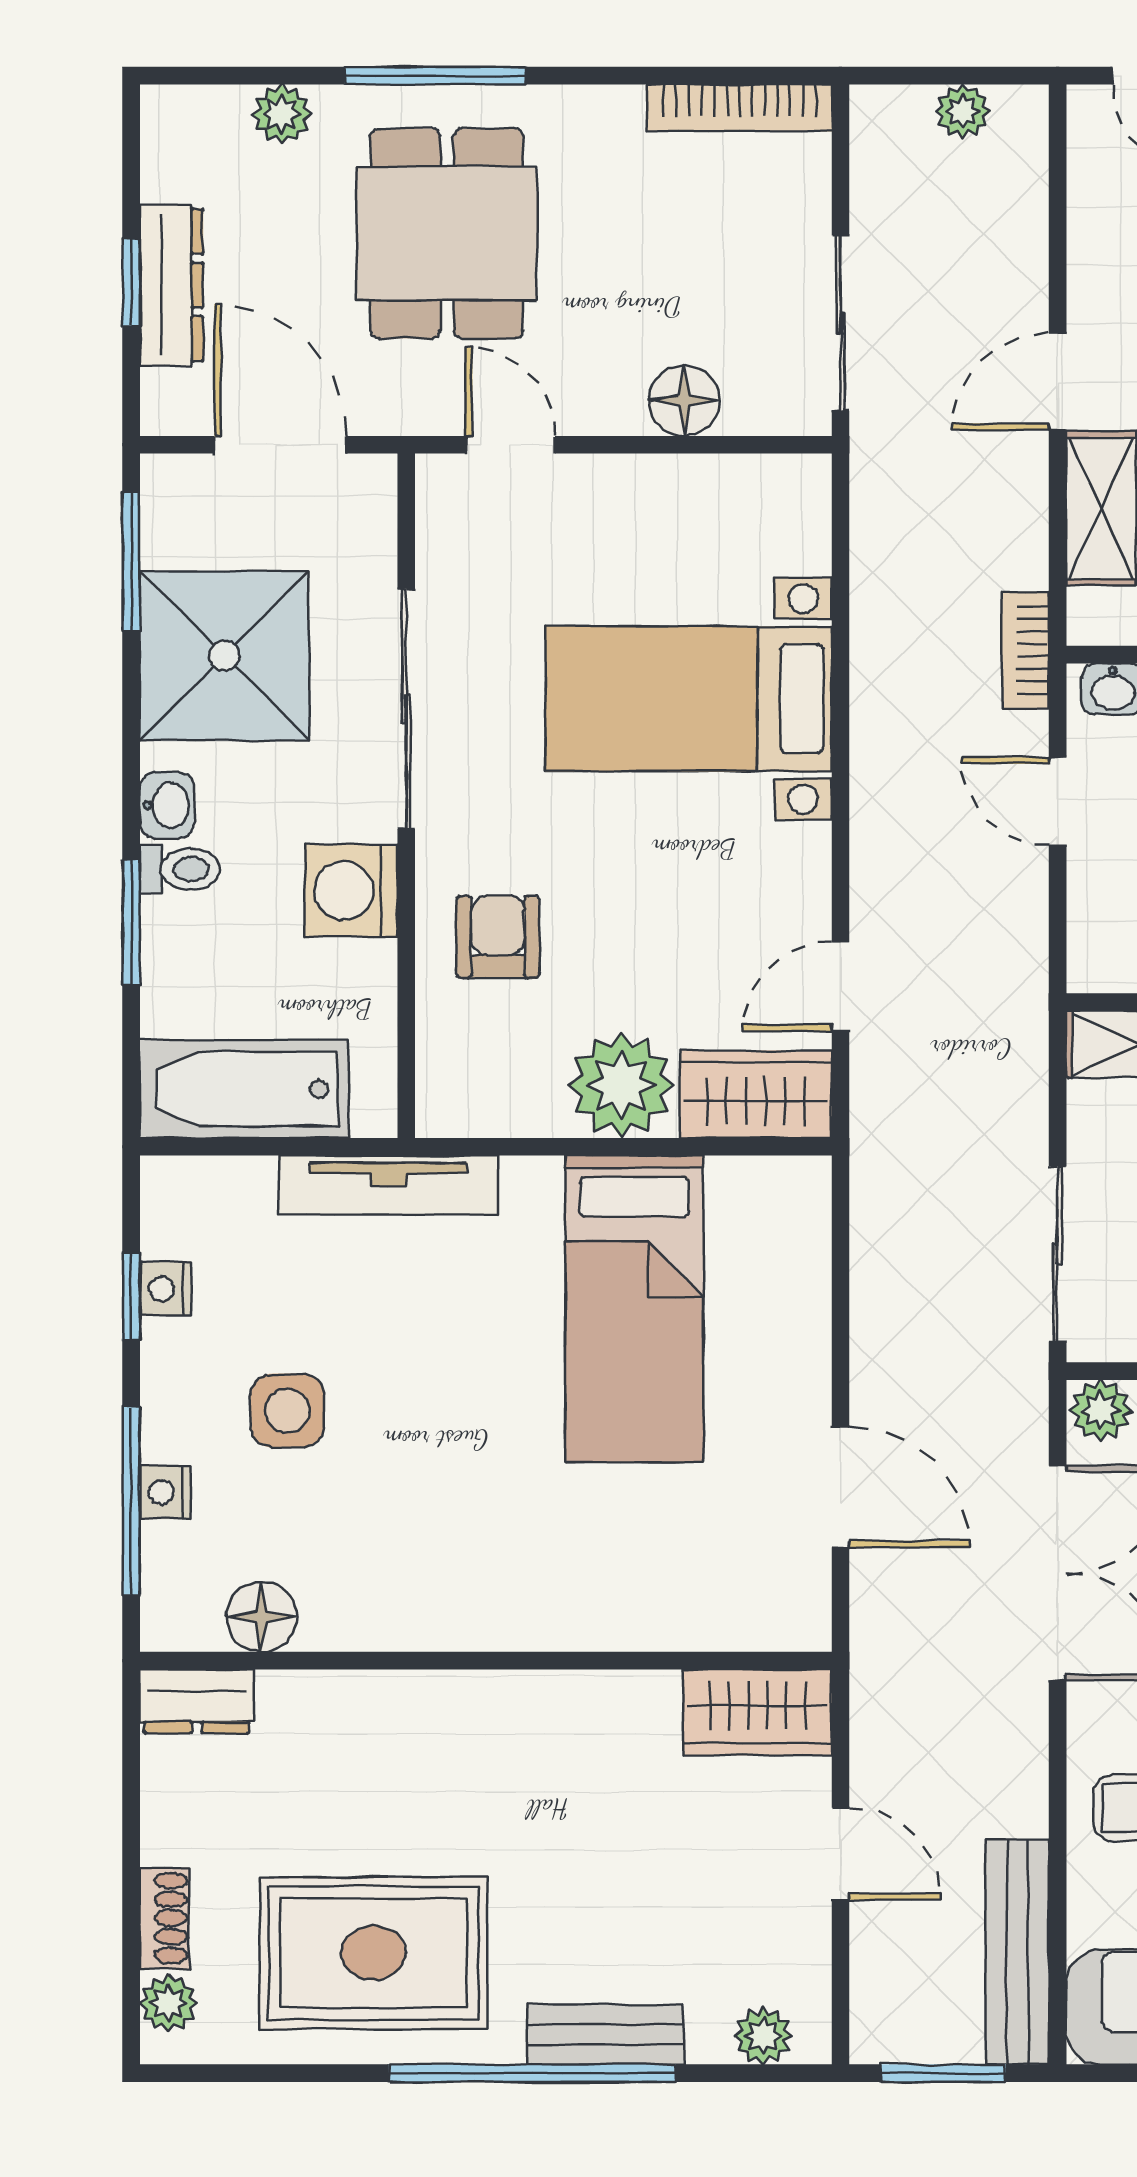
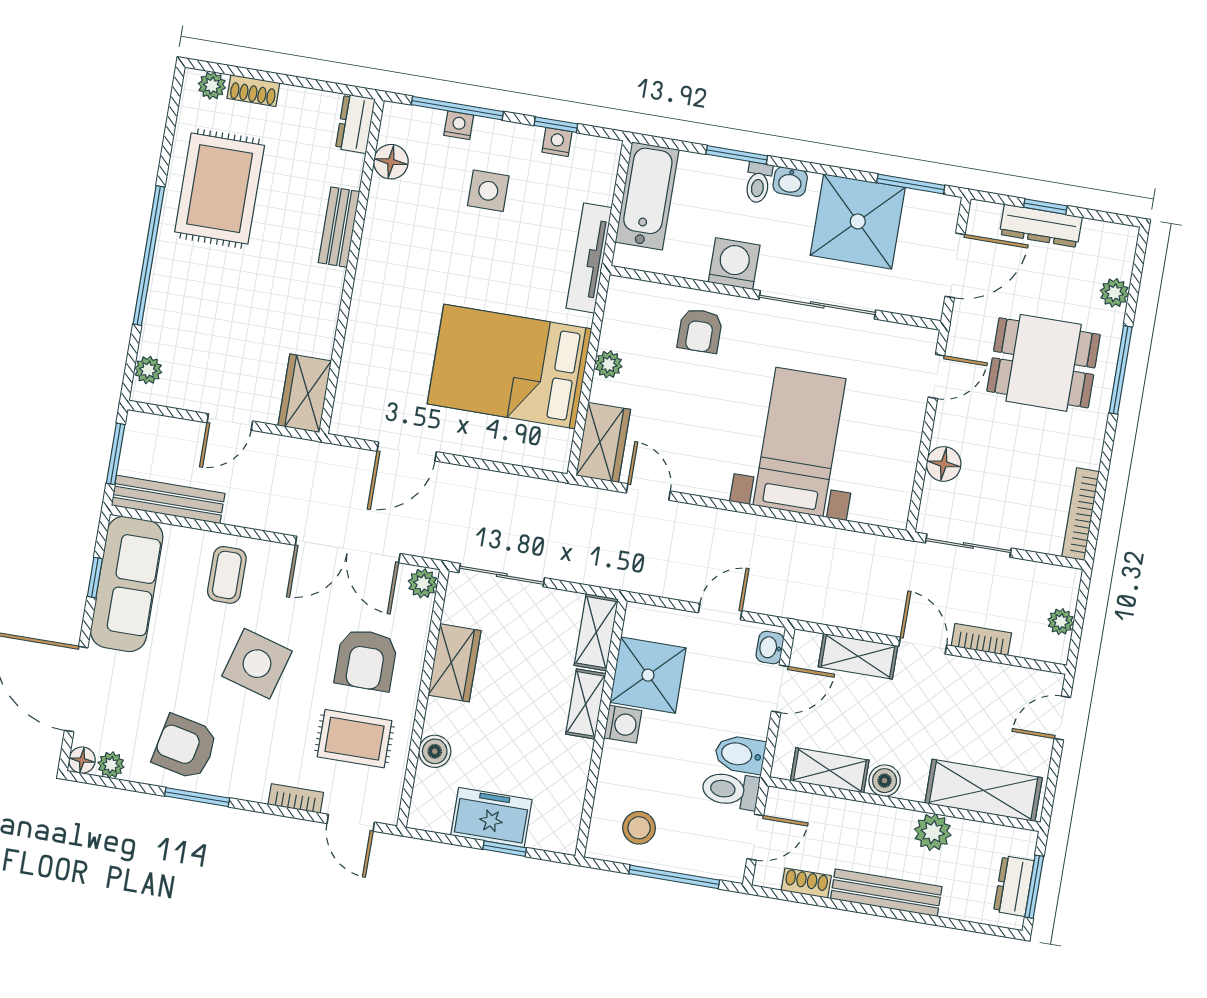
bookcase: (1025, 650) -> (981, 640), moved
armchair: (498, 937) -> (700, 331), turned 90
plant: (621, 1085) -> (608, 364), width x0.53, depth x0.53
bed: (634, 1309) -> (509, 366), width x1.50
bench: (605, 2034) -> (339, 227), moved

